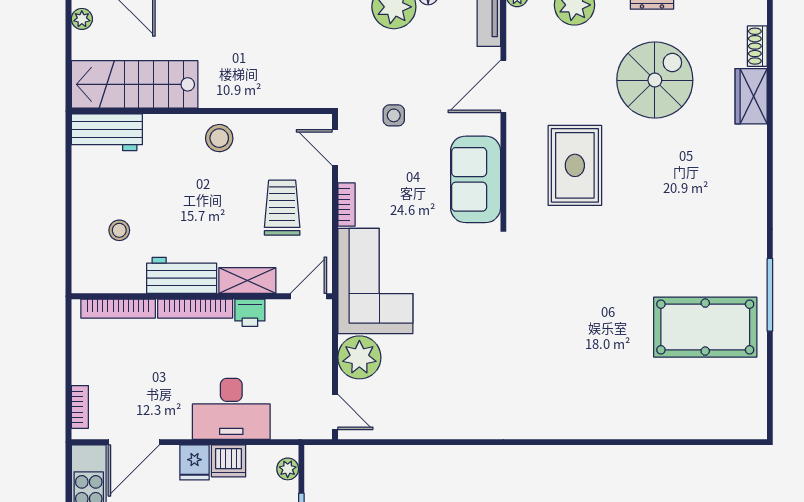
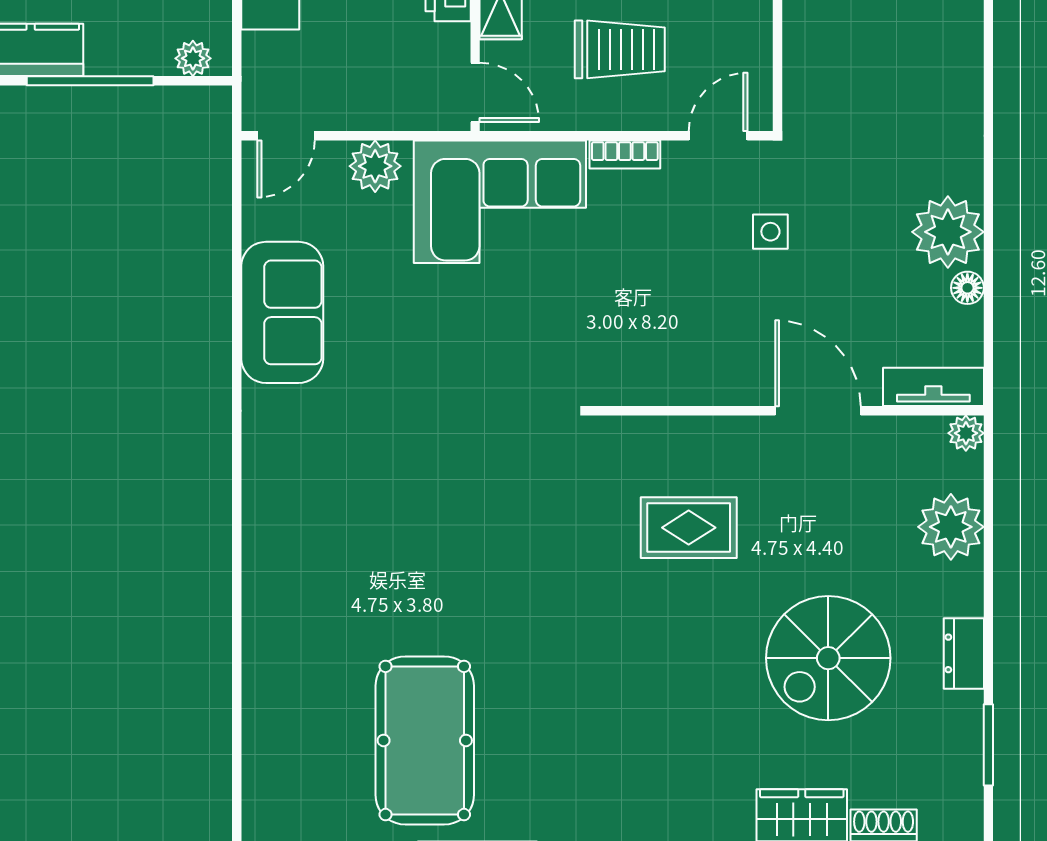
spiral stairs: (655, 80) -> (828, 658), turned 90
rug: (575, 165) -> (689, 528), width x0.73, depth x0.70
sofa: (476, 179) -> (282, 312), moved, turned 90
plant: (359, 357) -> (375, 166), width x0.73, depth x0.73

